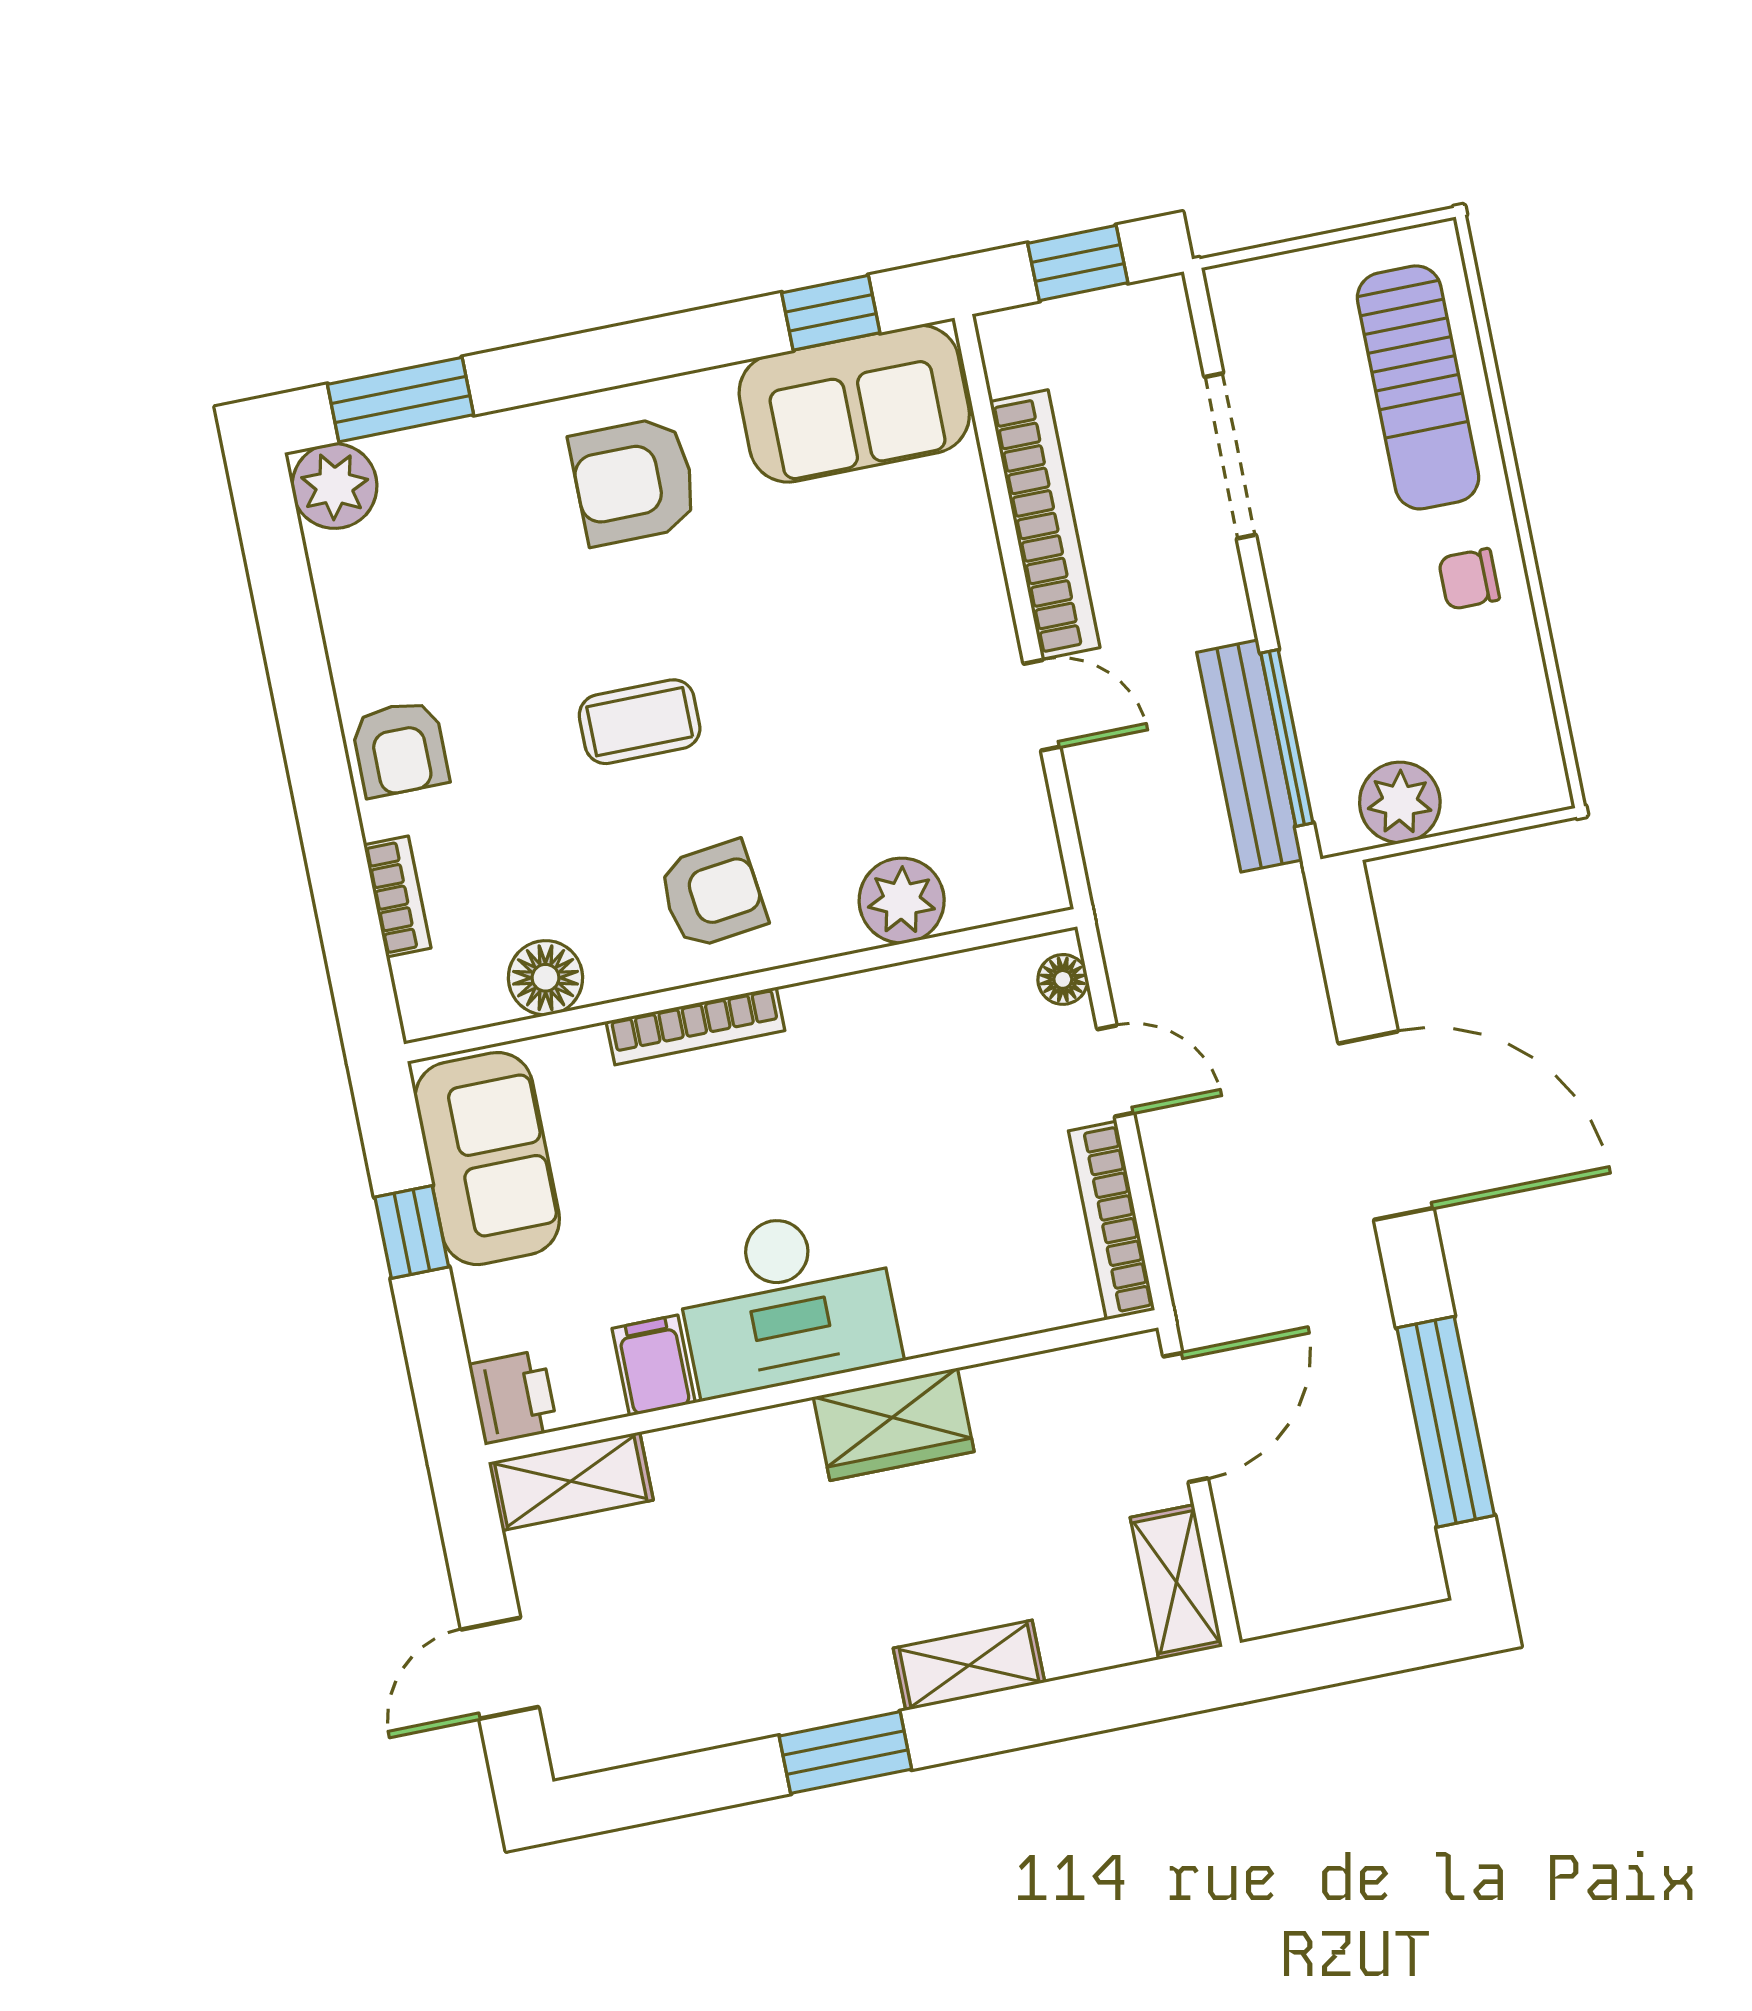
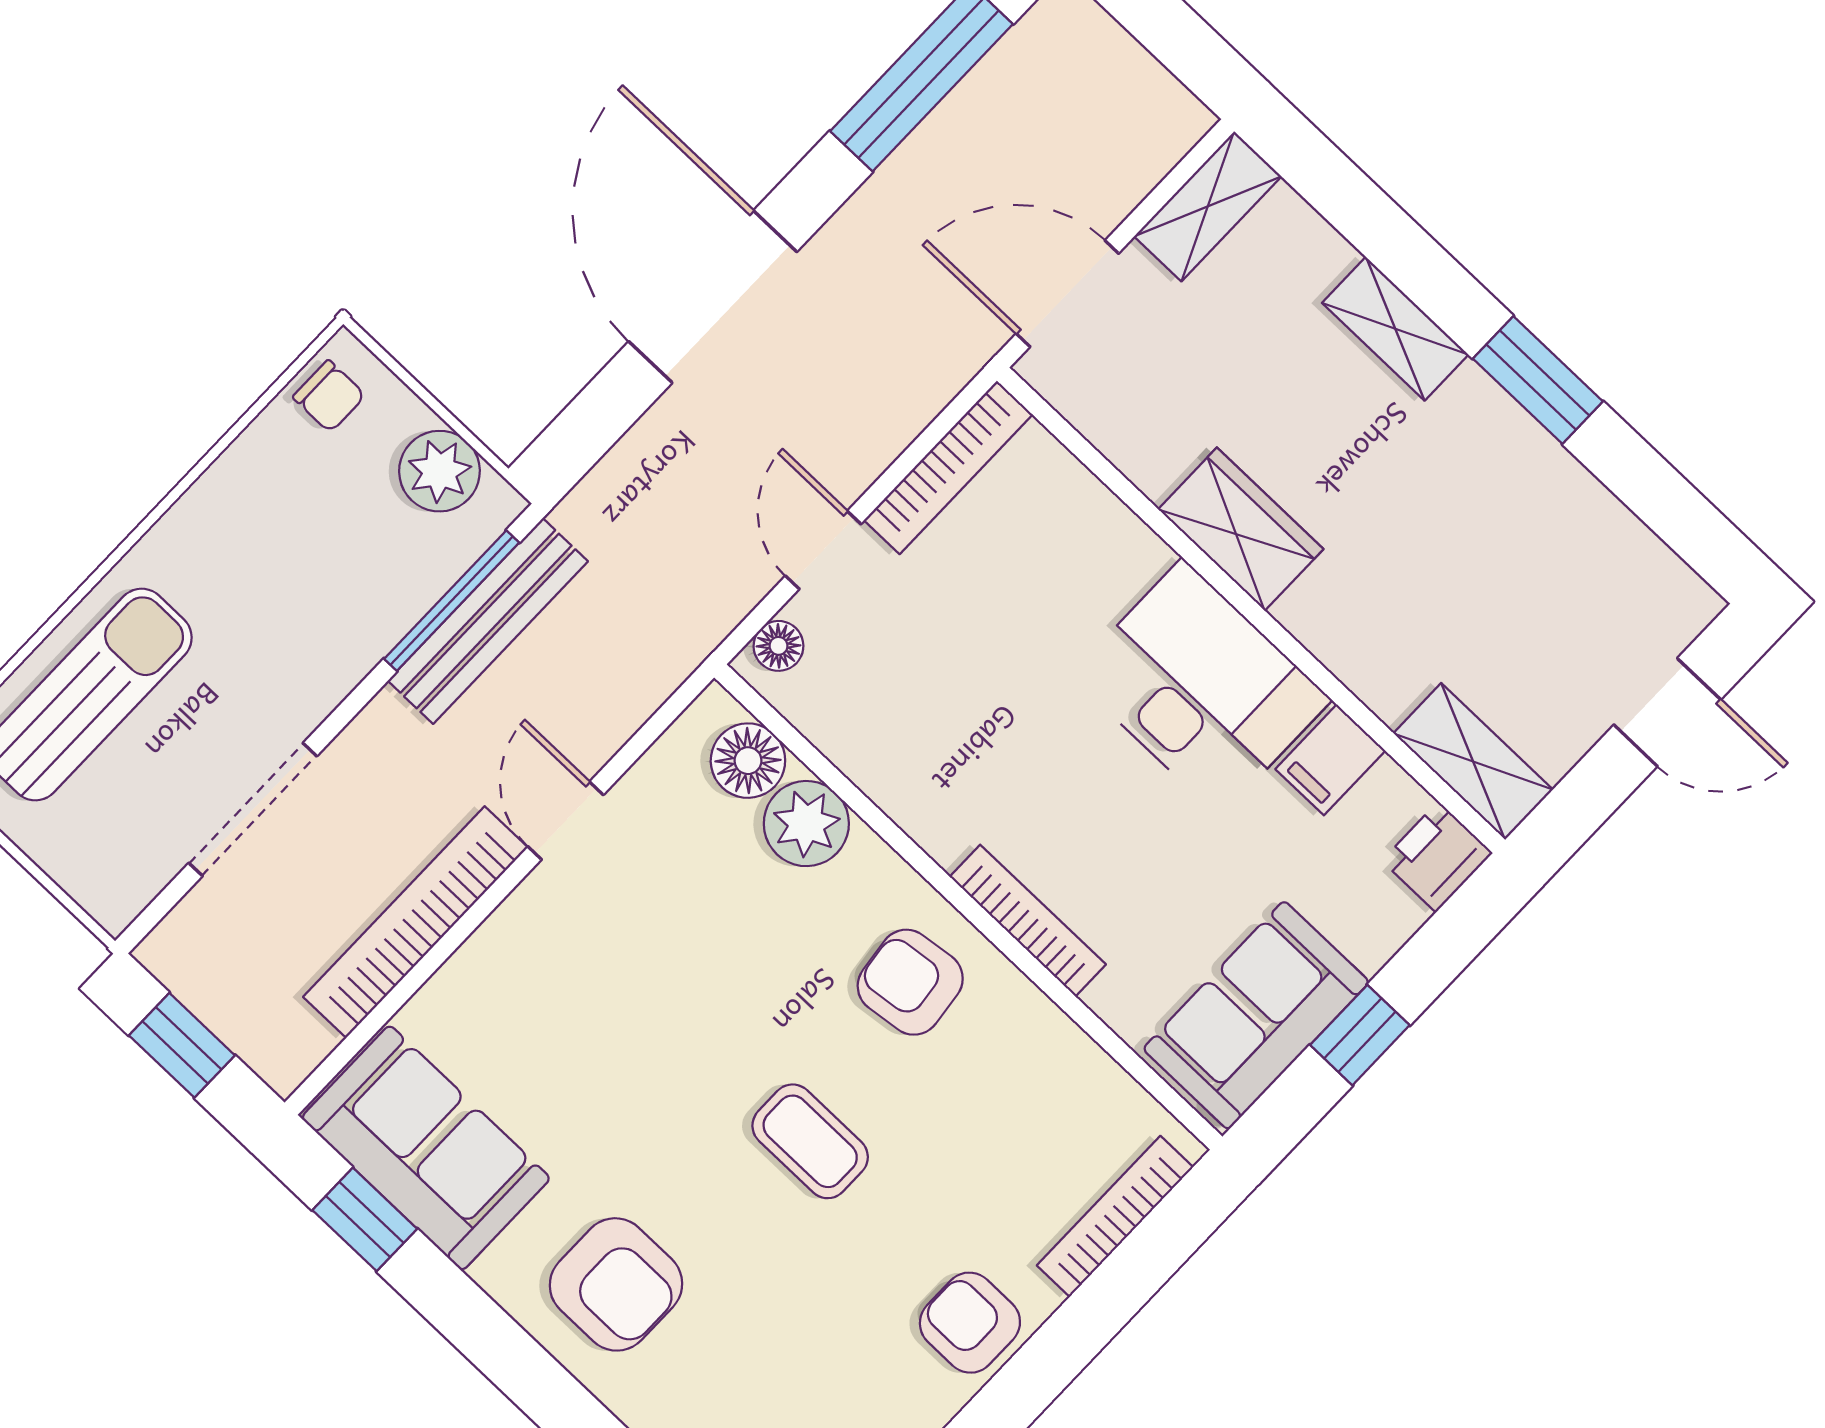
chair: (1469, 579) -> (329, 396), moved
armchair: (400, 749) -> (970, 1323), turned -90
bookcase: (397, 897) -> (1115, 1216), width x1.56
floor lamp: (546, 978) -> (748, 761), moved

